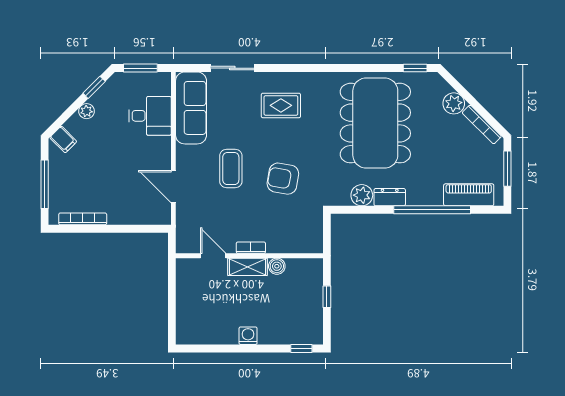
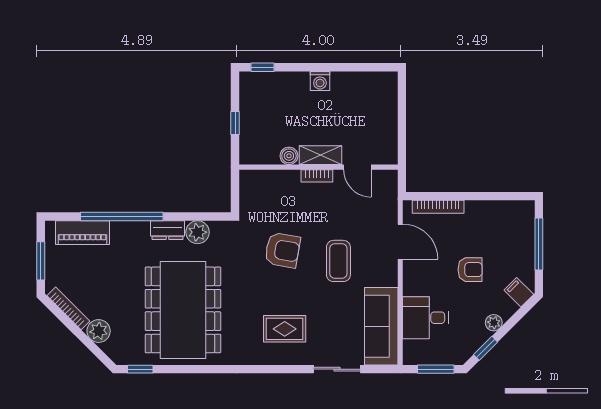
armchair: (109, 161) -> (470, 270), added
bookcase: (83, 219) -> (438, 207), moved

